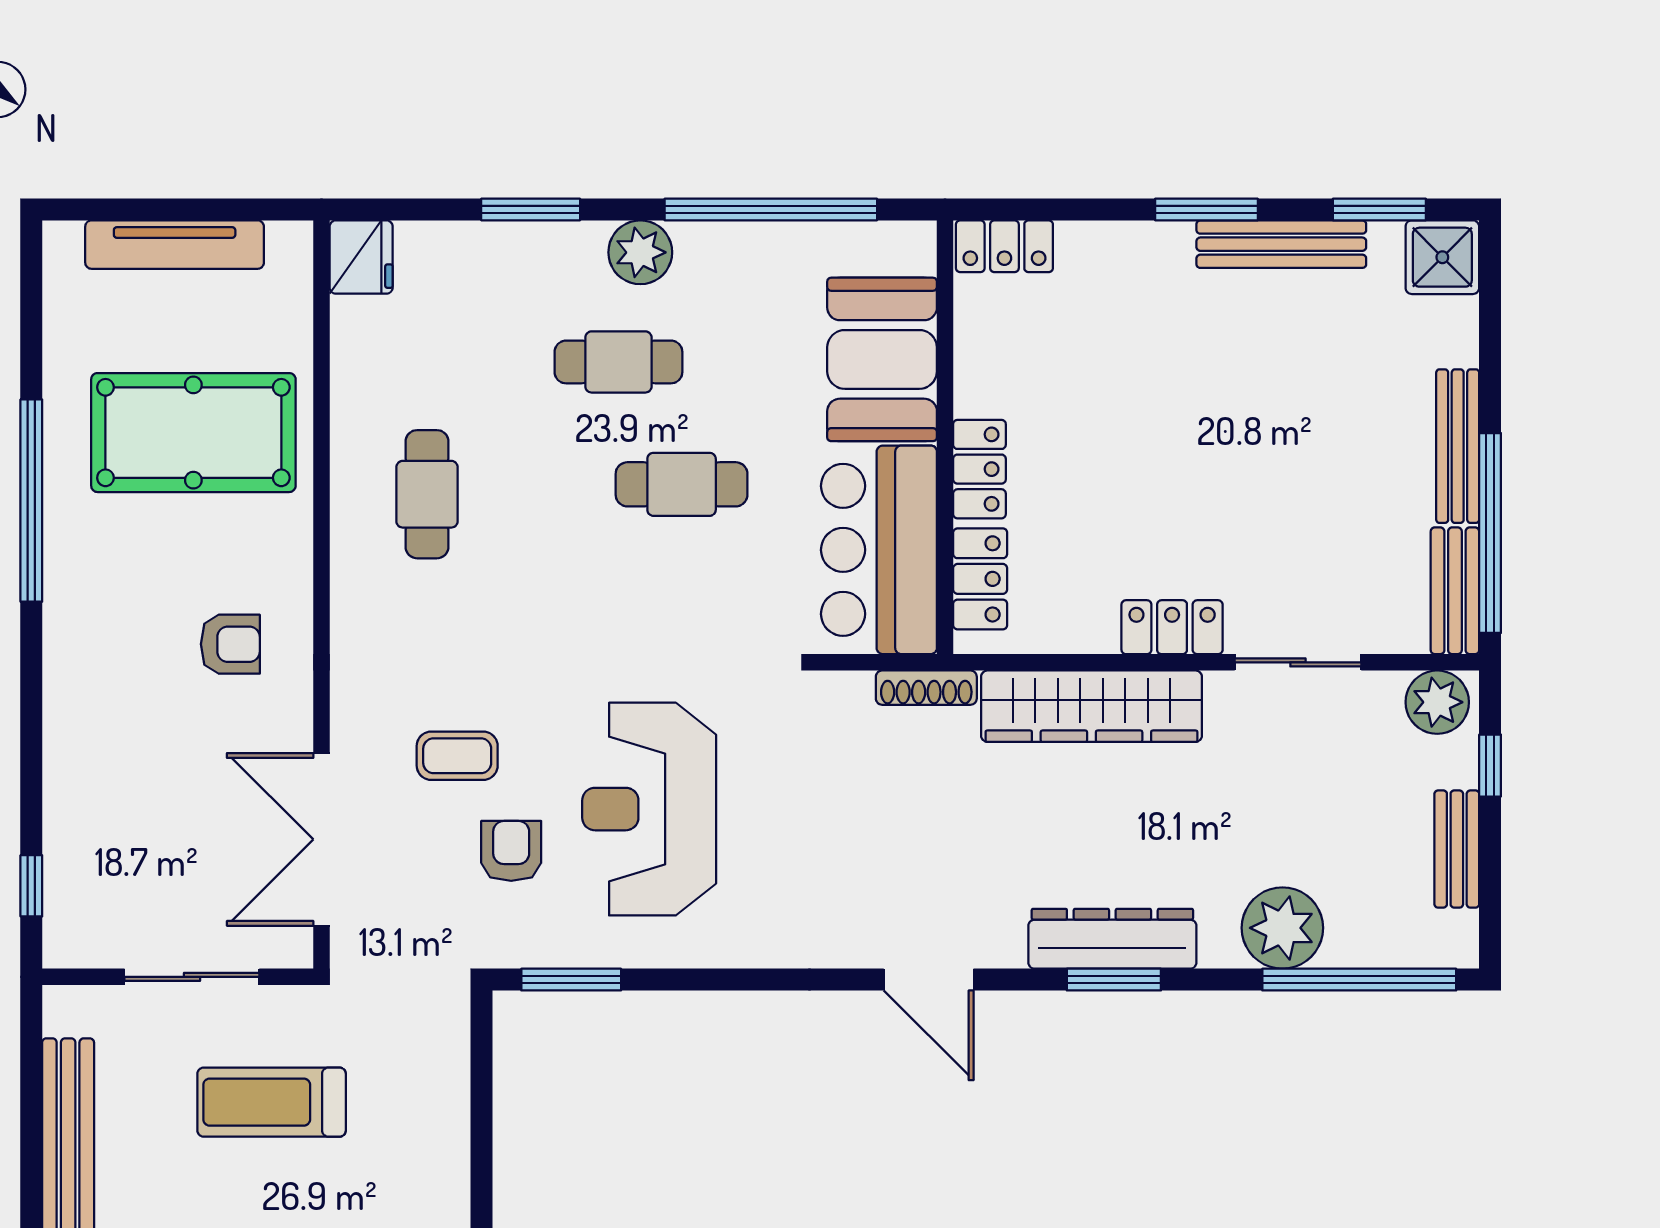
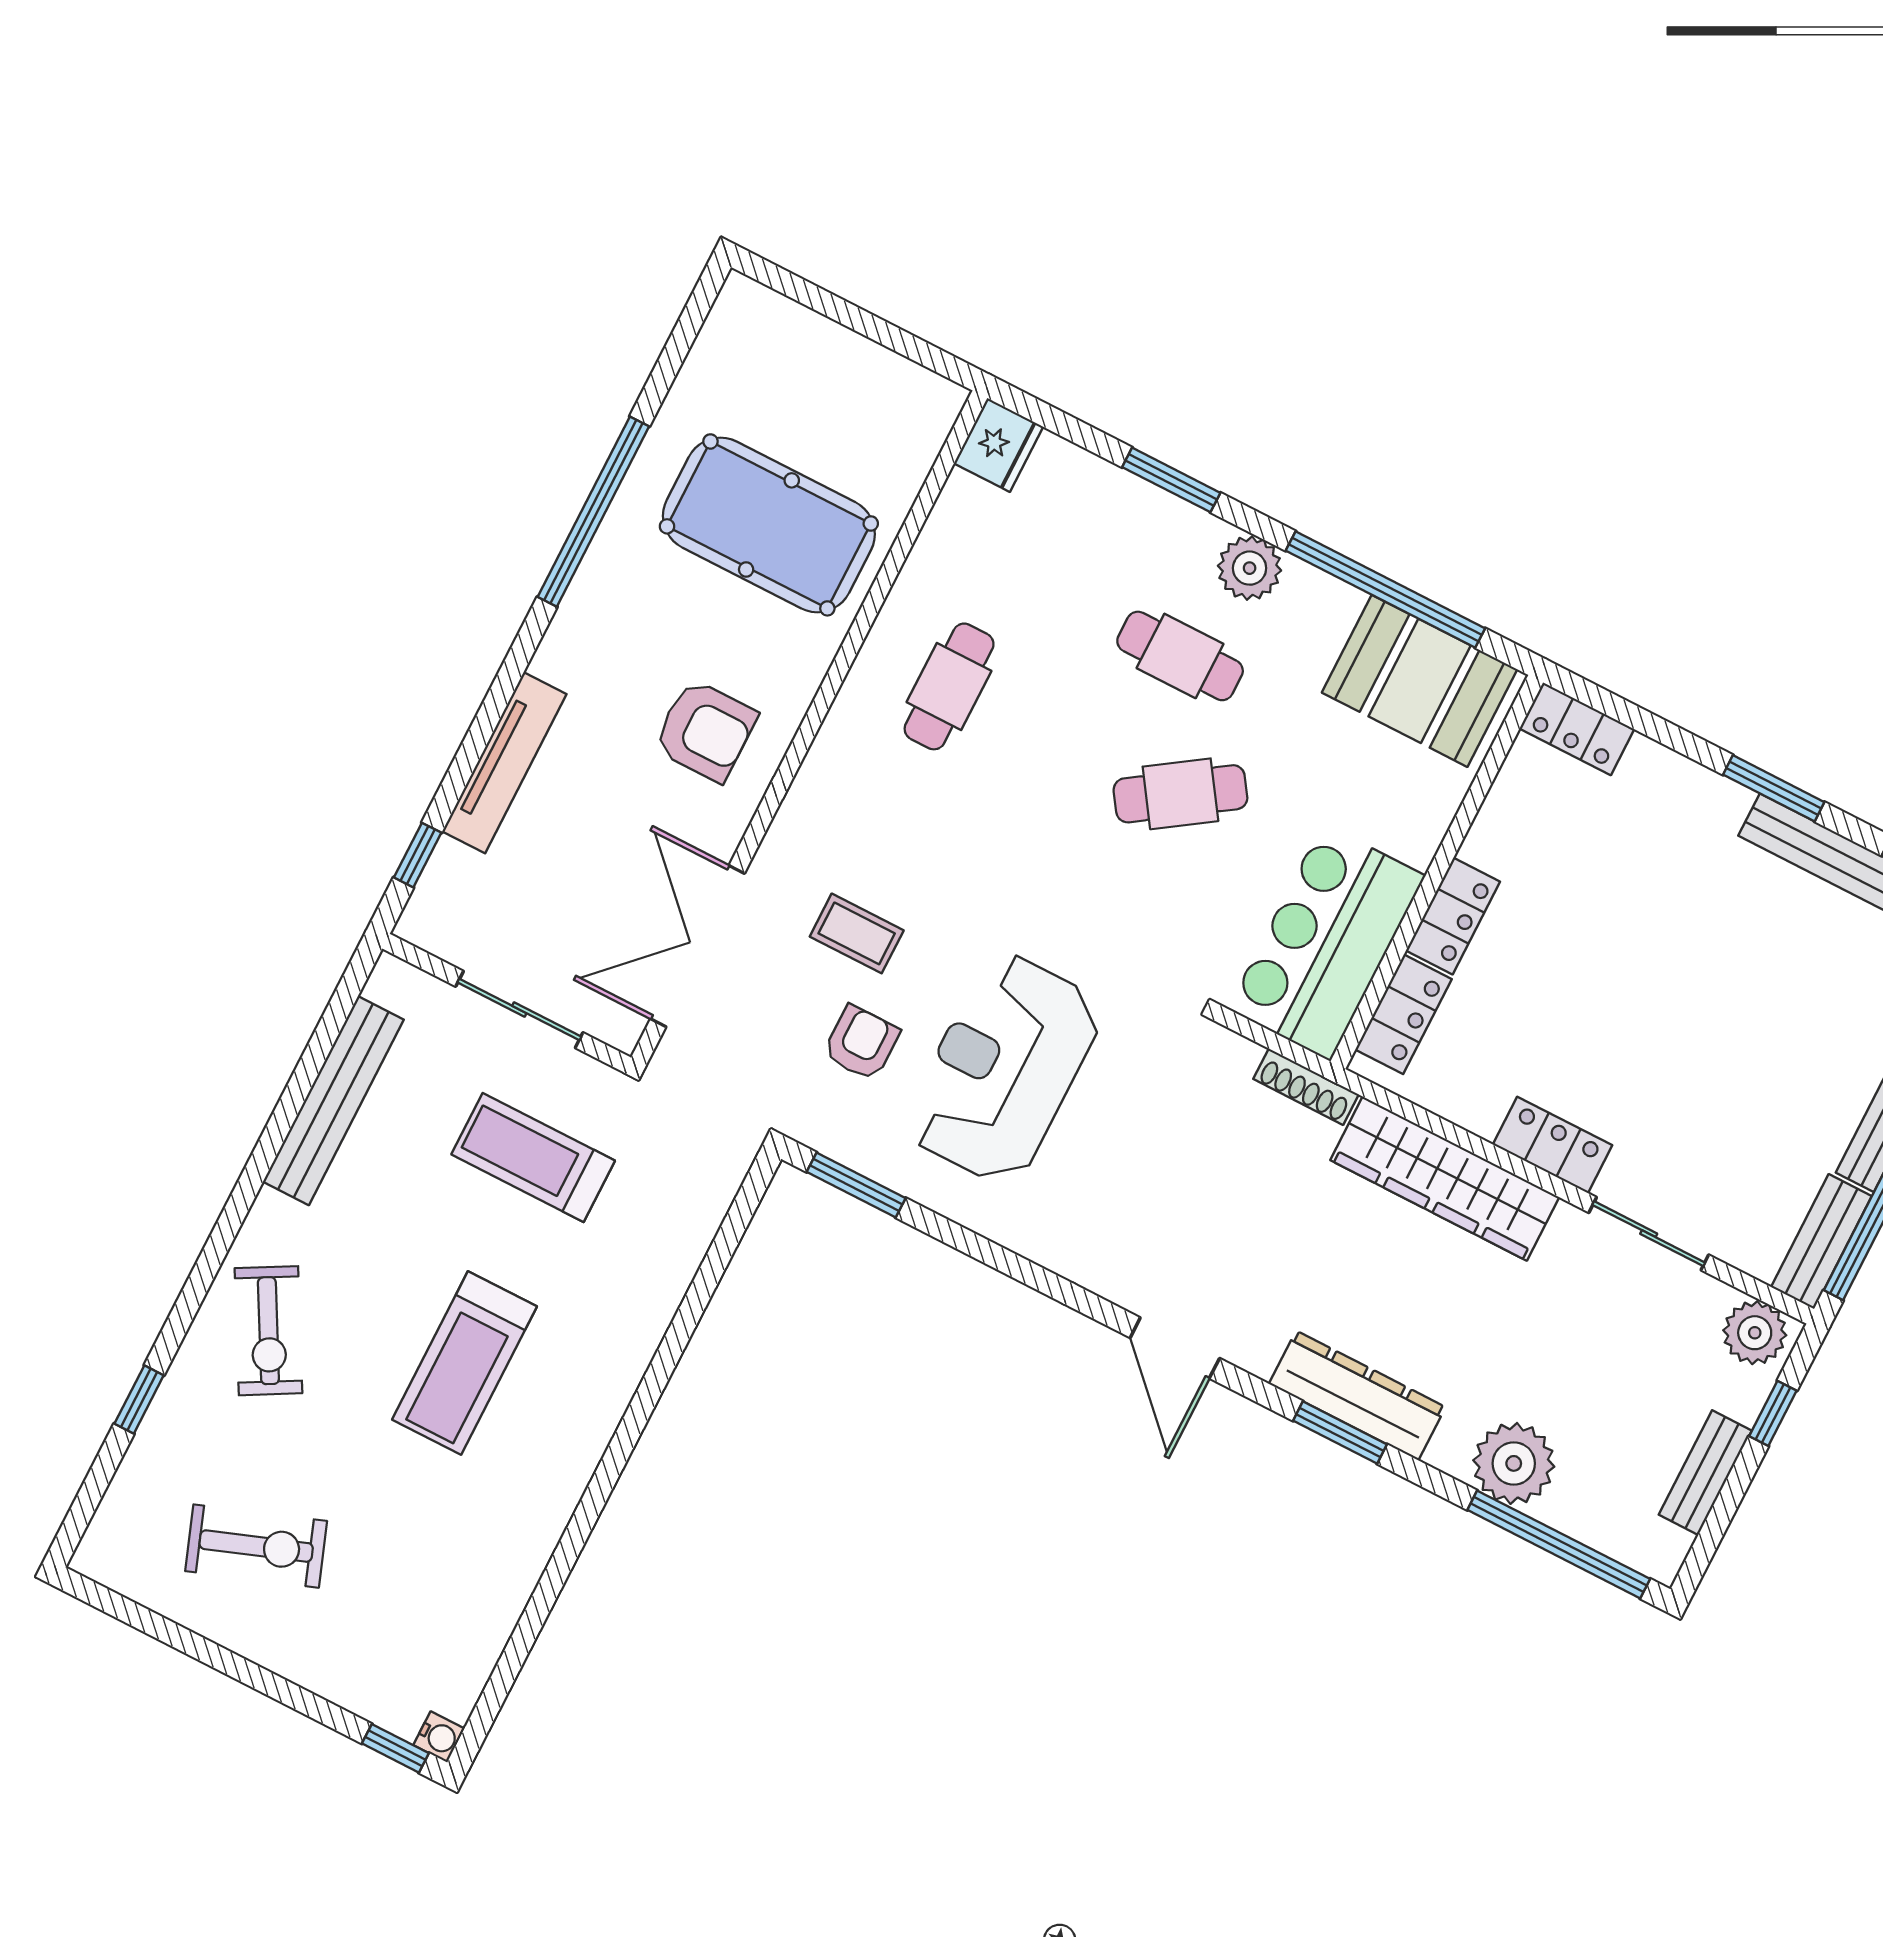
tv unit: (175, 245) -> (504, 763), moved, turned -90
booth: (882, 359) -> (1420, 681), moved, turned 90
cafe table: (682, 484) -> (1180, 794), turned -34
armchair: (230, 644) -> (705, 730), width x1.38, depth x1.38

